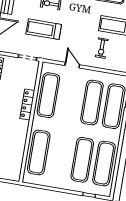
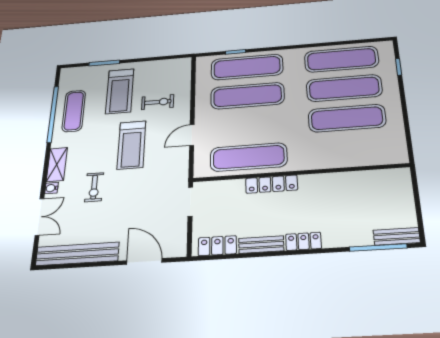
treadmill: (44, 29) -> (131, 145), moved
exercise mat: (39, 152) -> (347, 118), moved

